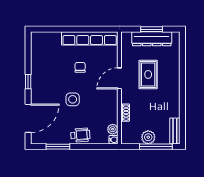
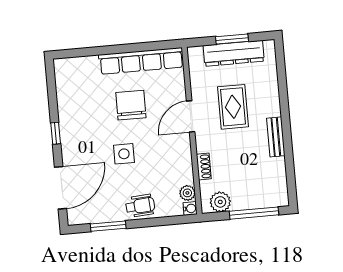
chair: (80, 67) -> (131, 105), width x1.87, depth x1.87
bench: (175, 131) -> (276, 137), moved
plant: (148, 137) -> (220, 202), moved

